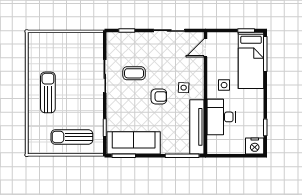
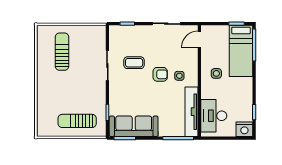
sun lounger: (48, 92) -> (62, 52), moved
armchair: (159, 96) -> (160, 74), moved
desk: (221, 117) -> (214, 116), moved

